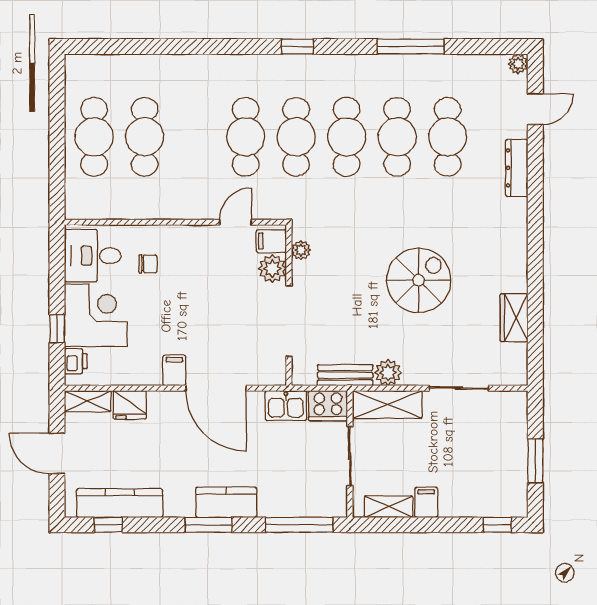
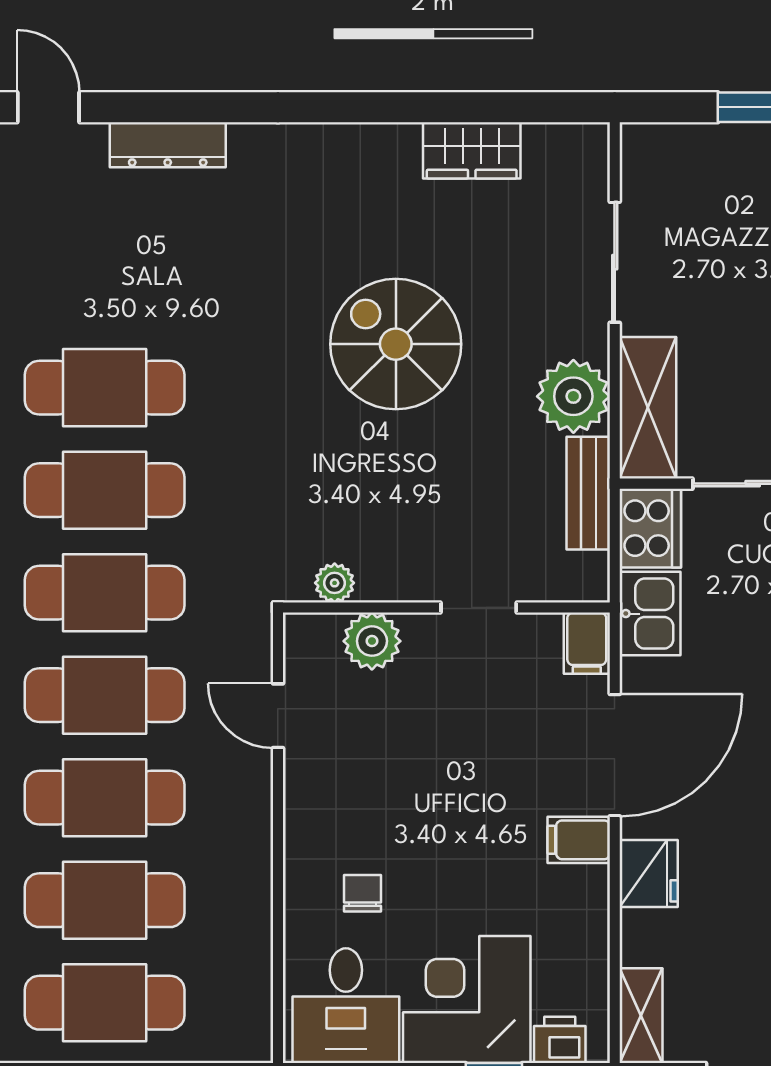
cafe table: (448, 137) -> (105, 798), moved
filing cabinet: (271, 241) -> (587, 643), moved
doorway: (289, 321) -> (479, 607), width x0.53
plant: (388, 373) -> (573, 396), width x1.36, depth x1.36
fridge: (130, 405) -> (649, 873), moved

